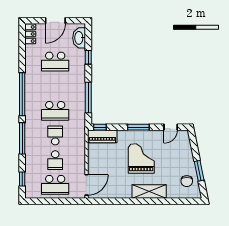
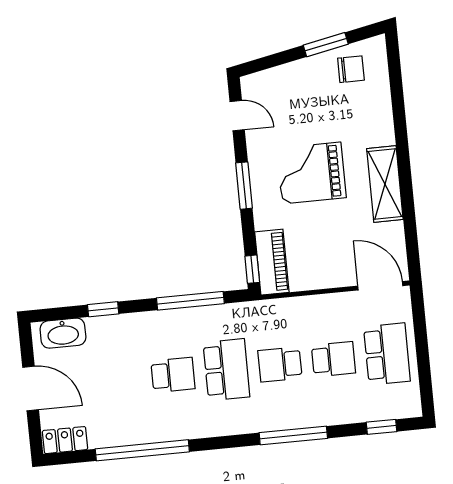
school desk: (55, 62) -> (173, 375), moved, width x0.54
window: (22, 94) -> (142, 450), moved
shelving: (149, 191) -> (385, 184), moved

